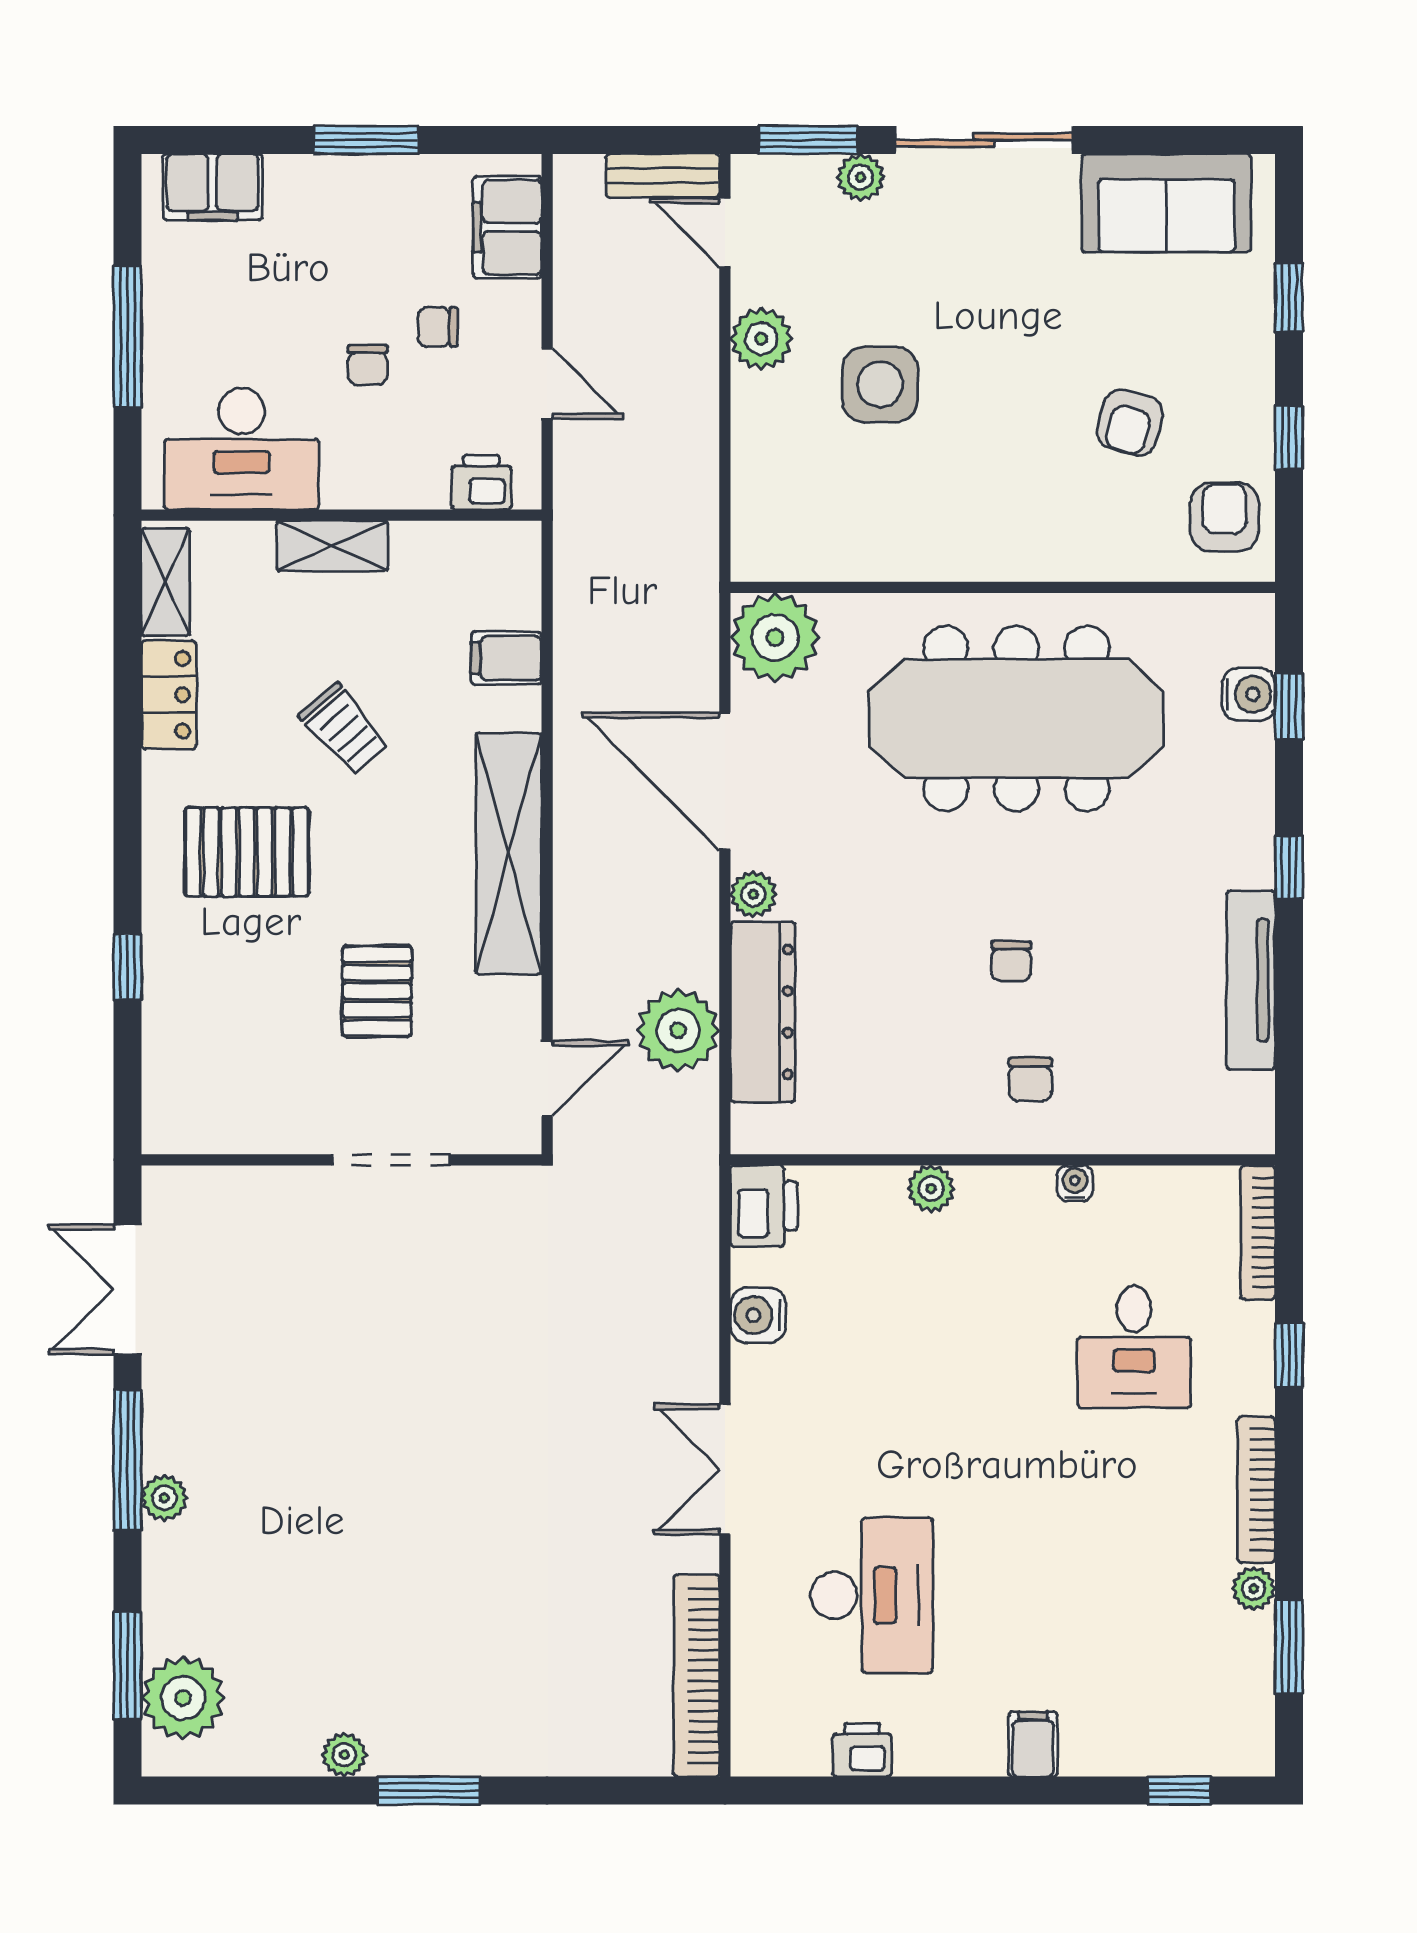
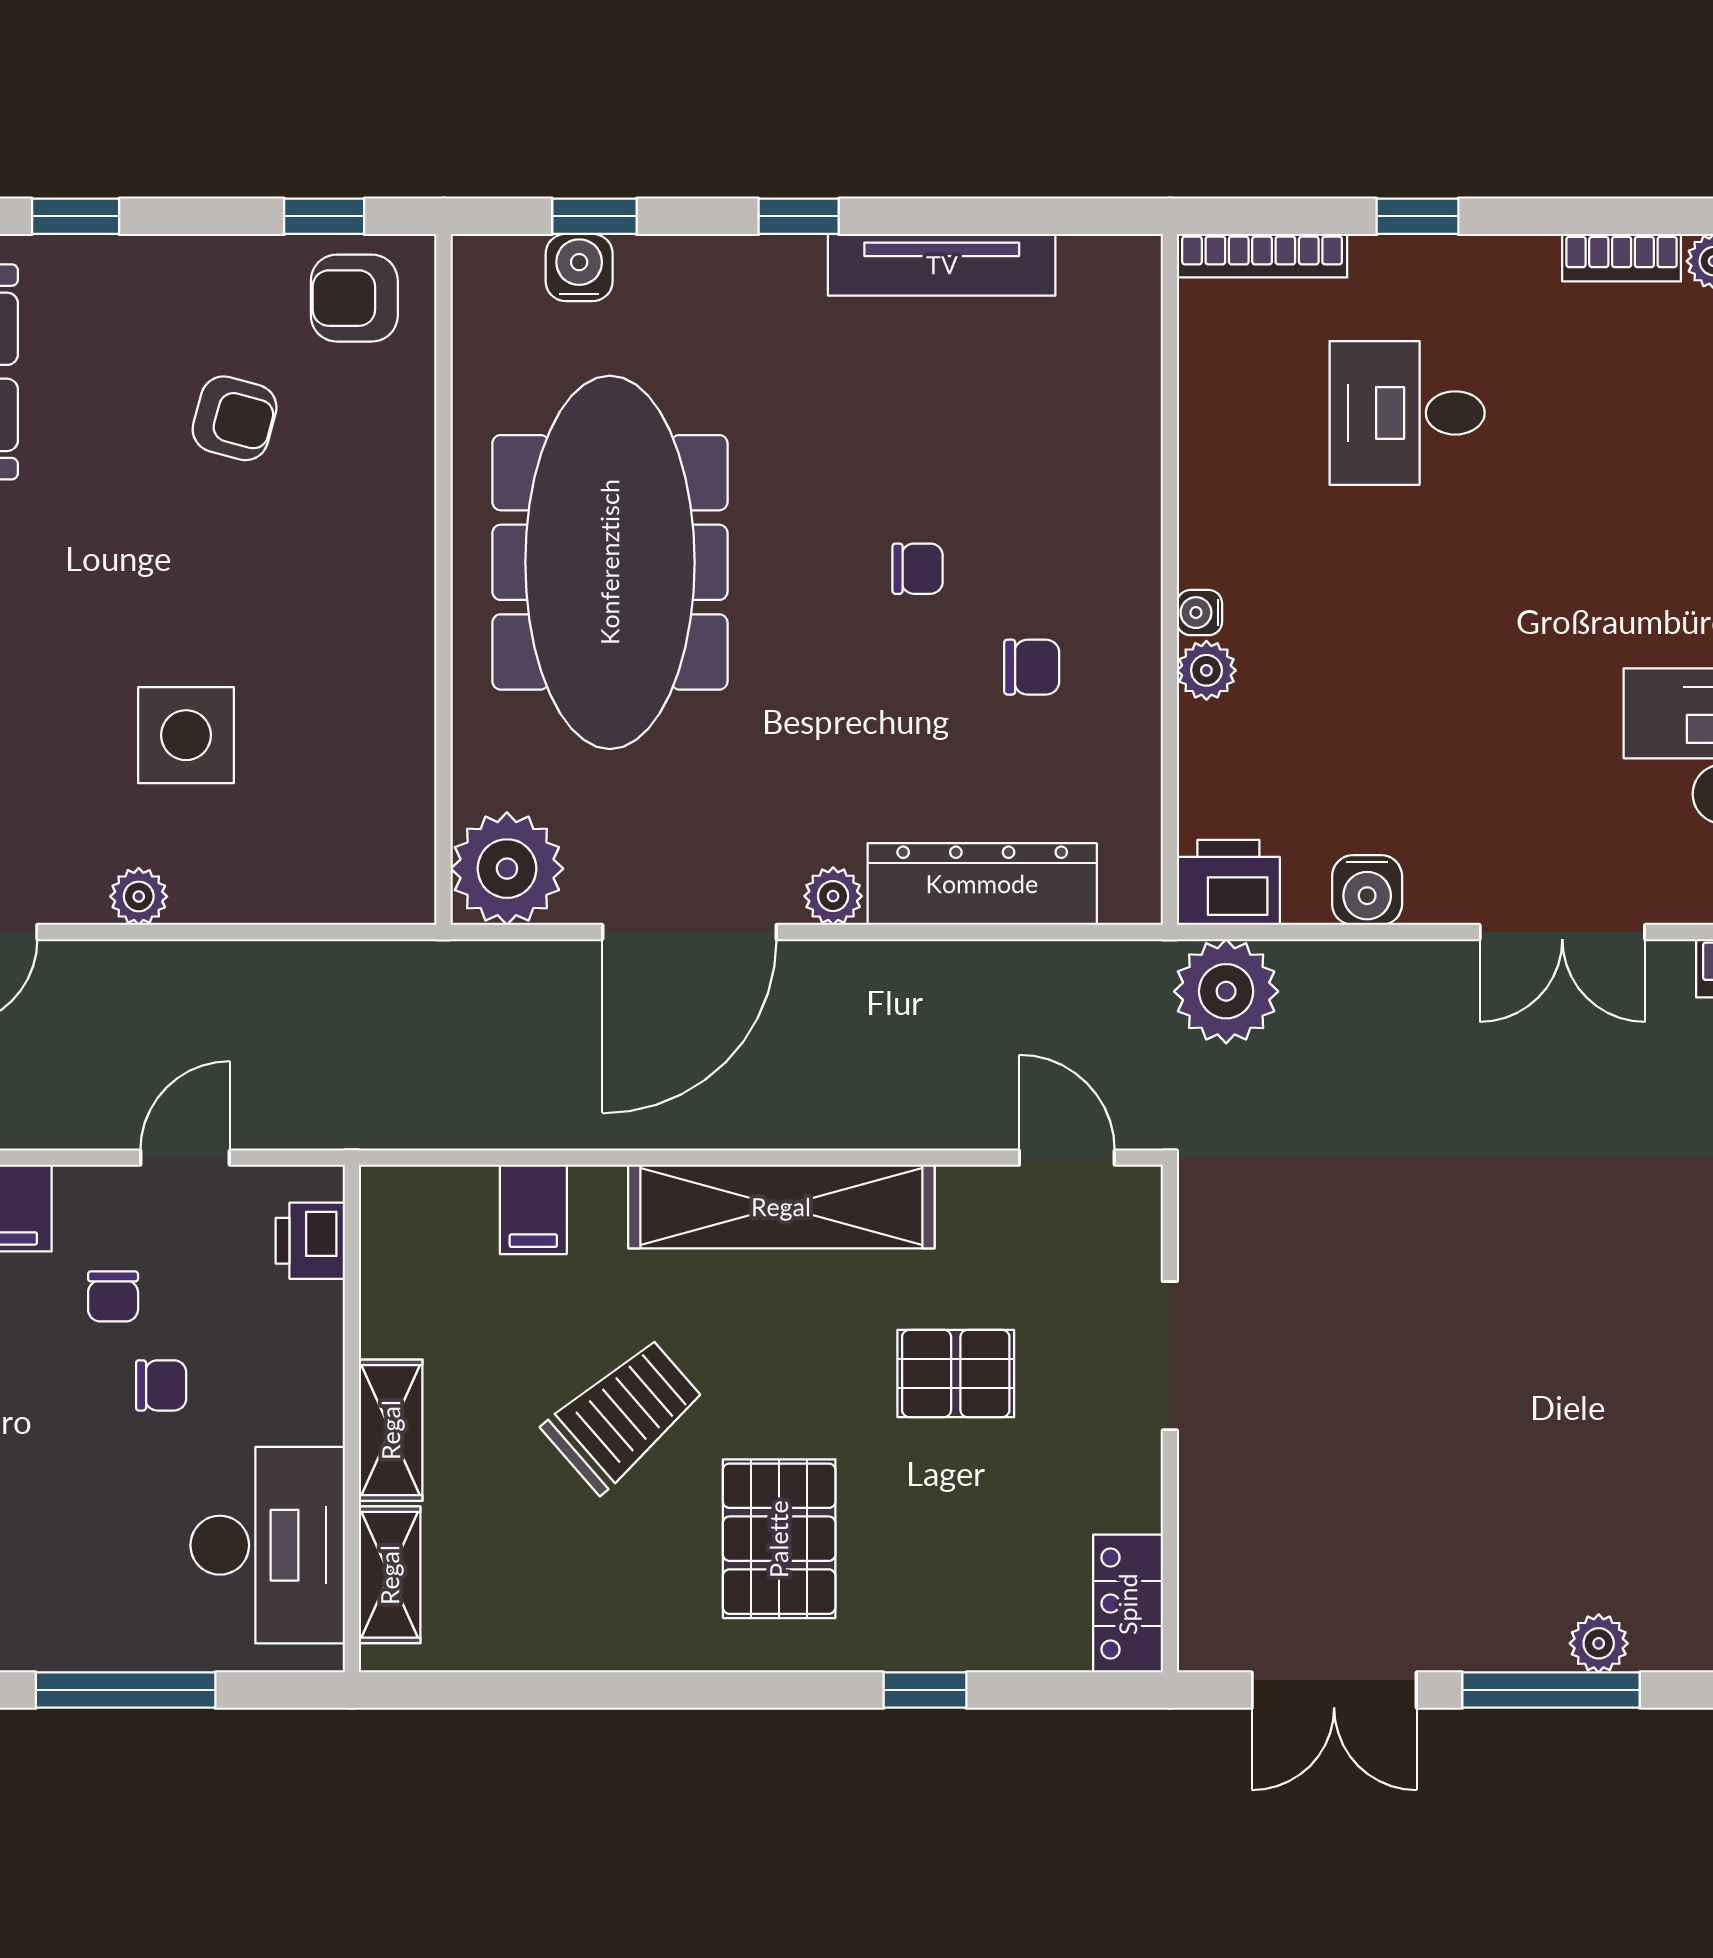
plant: (761, 339) -> (139, 896), width x0.73, depth x0.73
window: (1289, 438) -> (324, 216), moved
shelving: (166, 582) -> (390, 1575), moved, turned 90
locker: (169, 695) -> (1128, 1604), moved, turned -90
trolley: (344, 729) -> (624, 1415), width x1.36, depth x1.39
plant: (678, 1030) -> (1226, 991), moved
chair: (1030, 1079) -> (1032, 667), moved
water cooler: (1075, 1183) -> (1200, 613), moved
desk: (1134, 1347) -> (1407, 413), turned 180
bookcase: (1256, 1490) -> (1622, 258), width x0.64

